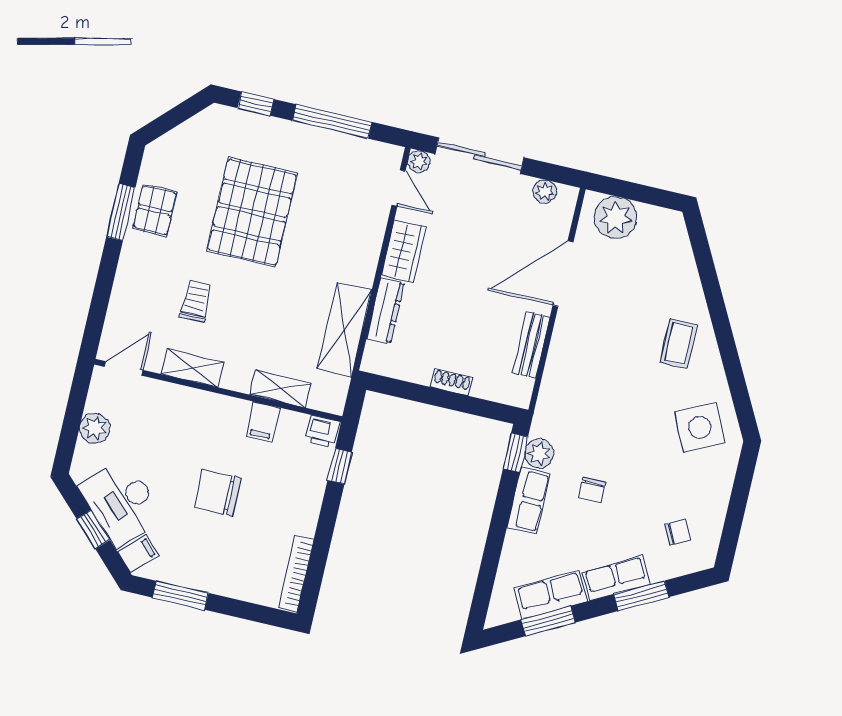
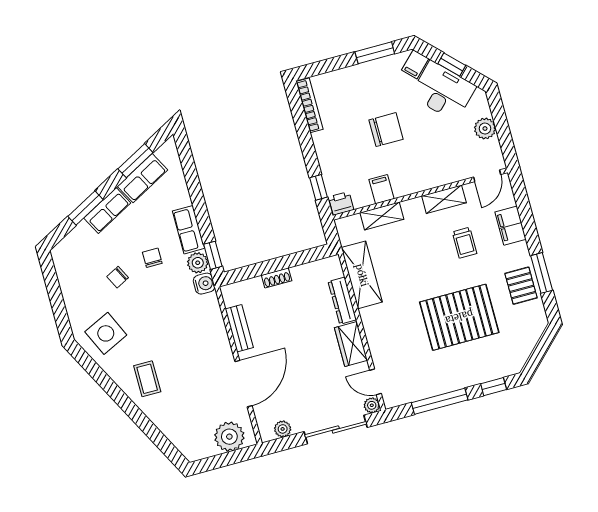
pallet: (252, 212) -> (459, 317), turned 90
filing cabinet: (128, 291) -> (510, 226), added
water cooler: (545, 424) -> (204, 284), added
chair: (678, 532) -> (118, 277), moved

